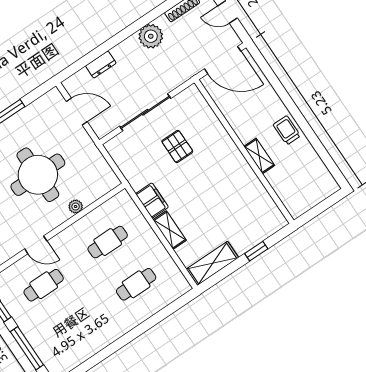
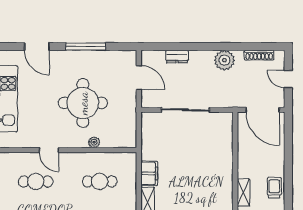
pallet: (177, 146) -> (192, 148), removed

